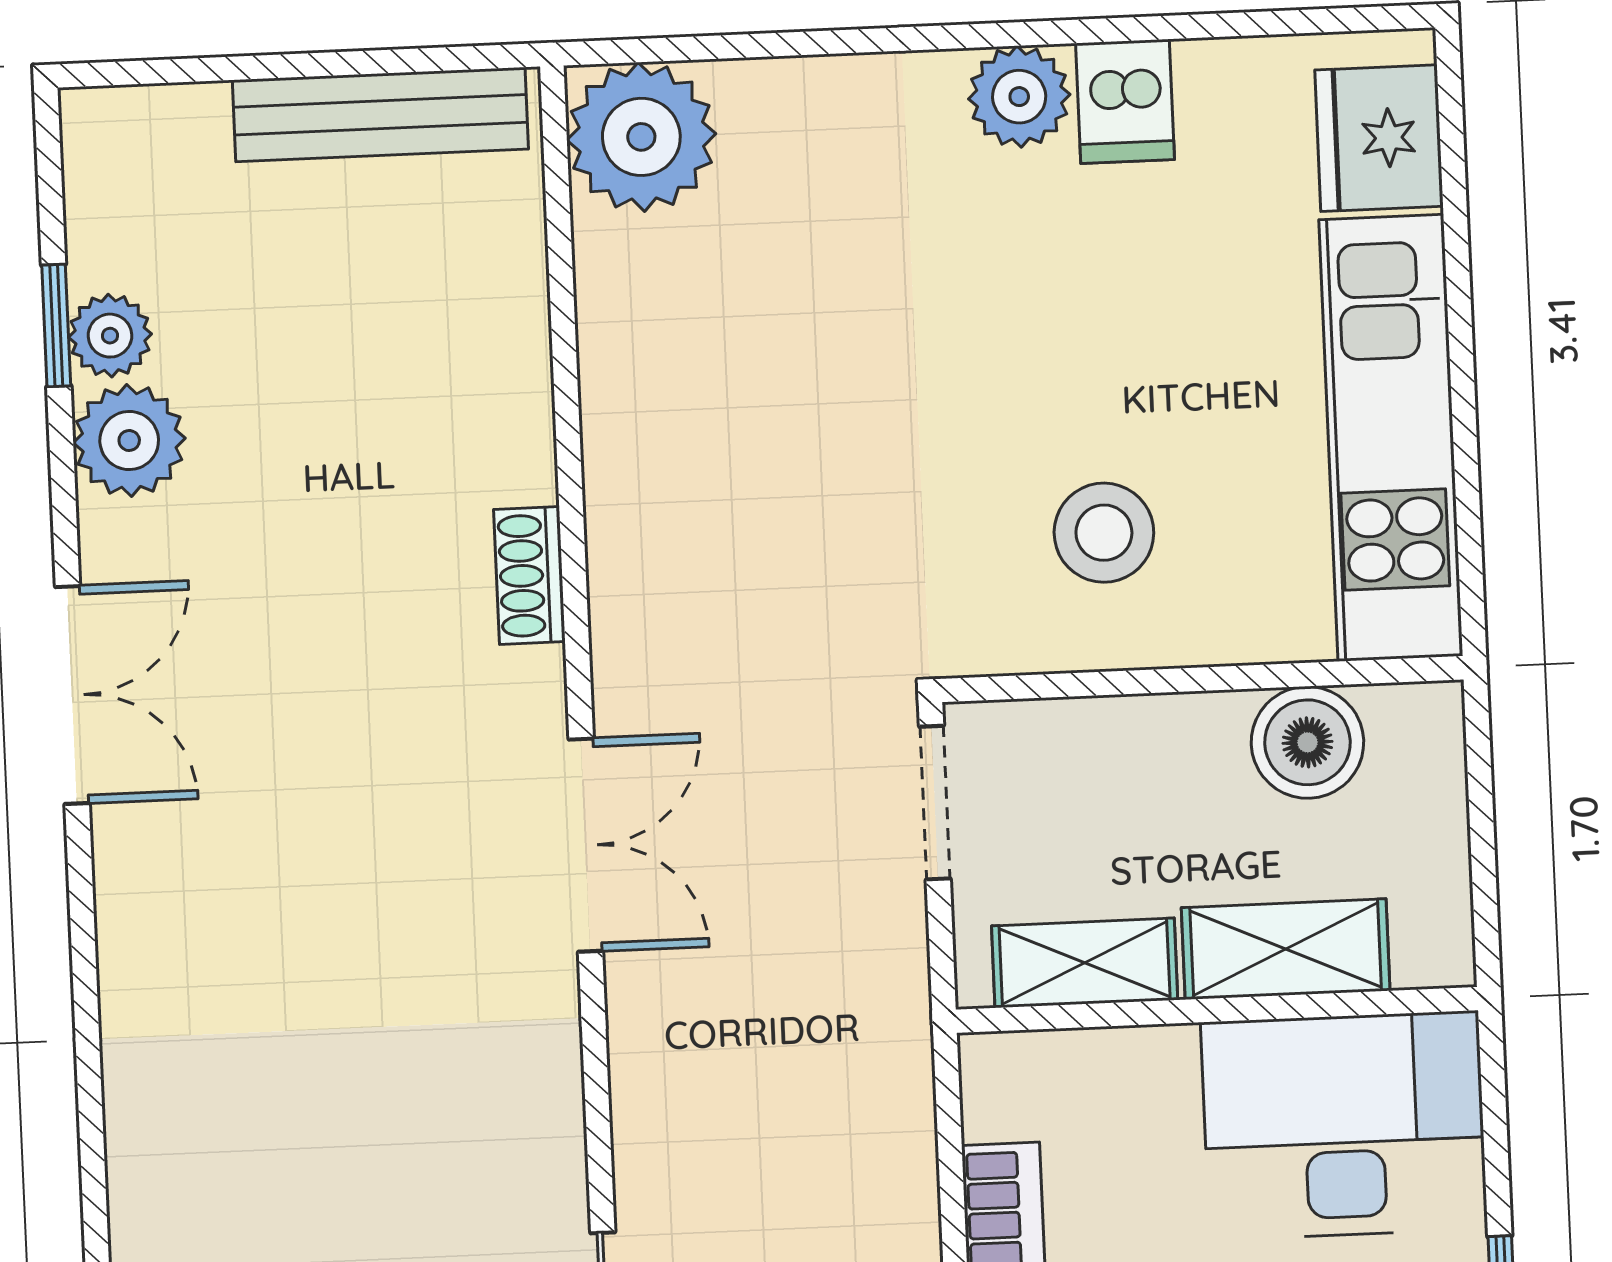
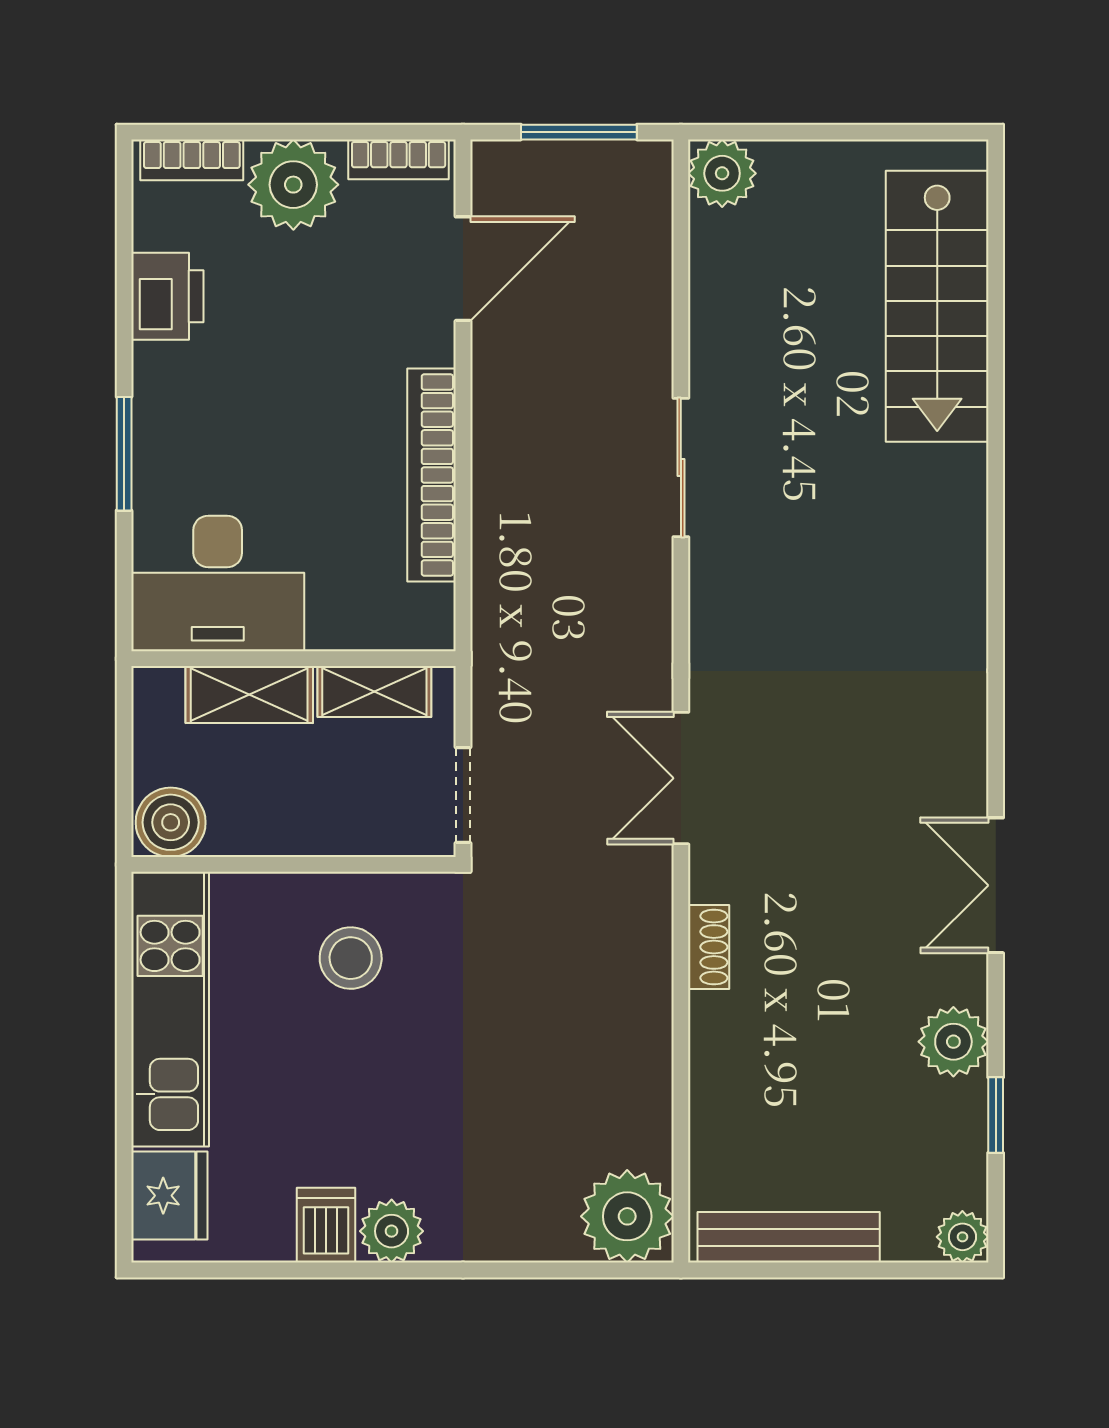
plant: (110, 336) -> (962, 1237), moved
boiler: (1307, 742) -> (171, 822), moved

